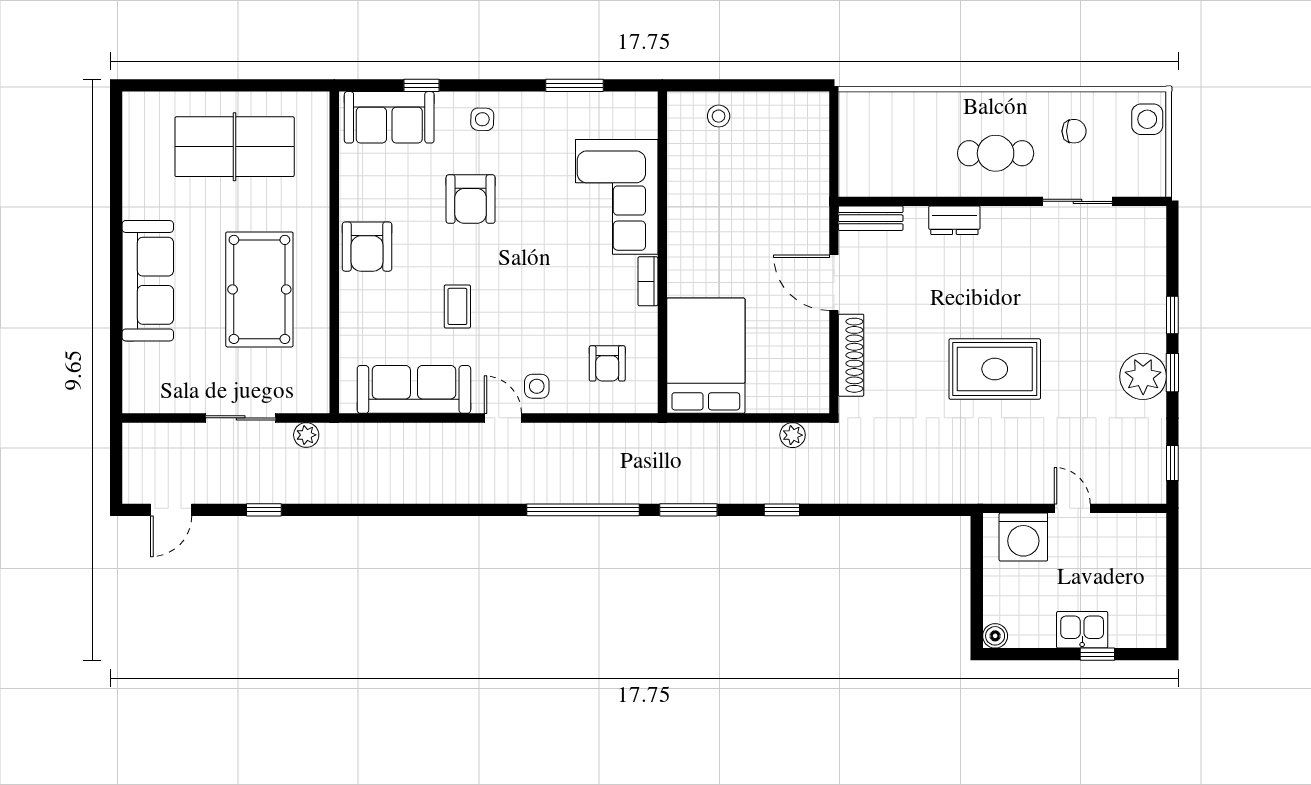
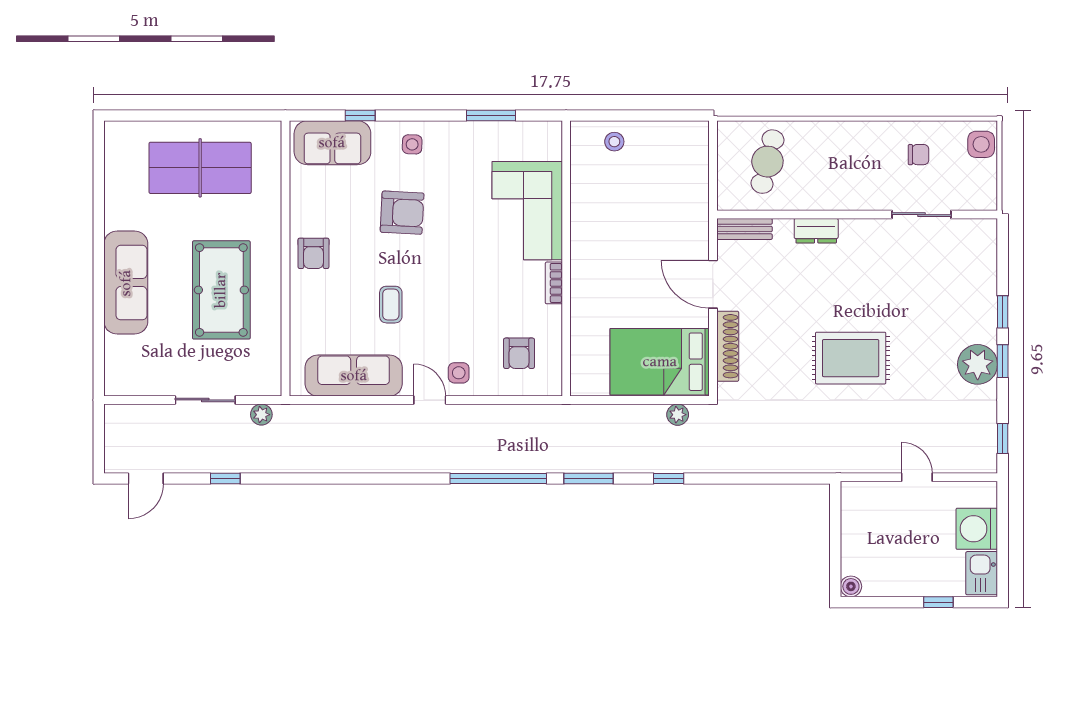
cafe table: (996, 153) -> (767, 162), moved, turned -76
armchair: (471, 199) -> (402, 213), turned -87
armchair: (367, 247) -> (313, 253), width x0.72, depth x0.72
bed: (706, 356) -> (660, 362), moved, turned -90
washing machine: (1023, 537) -> (977, 529), moved, turned 90
kitchen sink: (1082, 630) -> (982, 573), moved, turned -90

